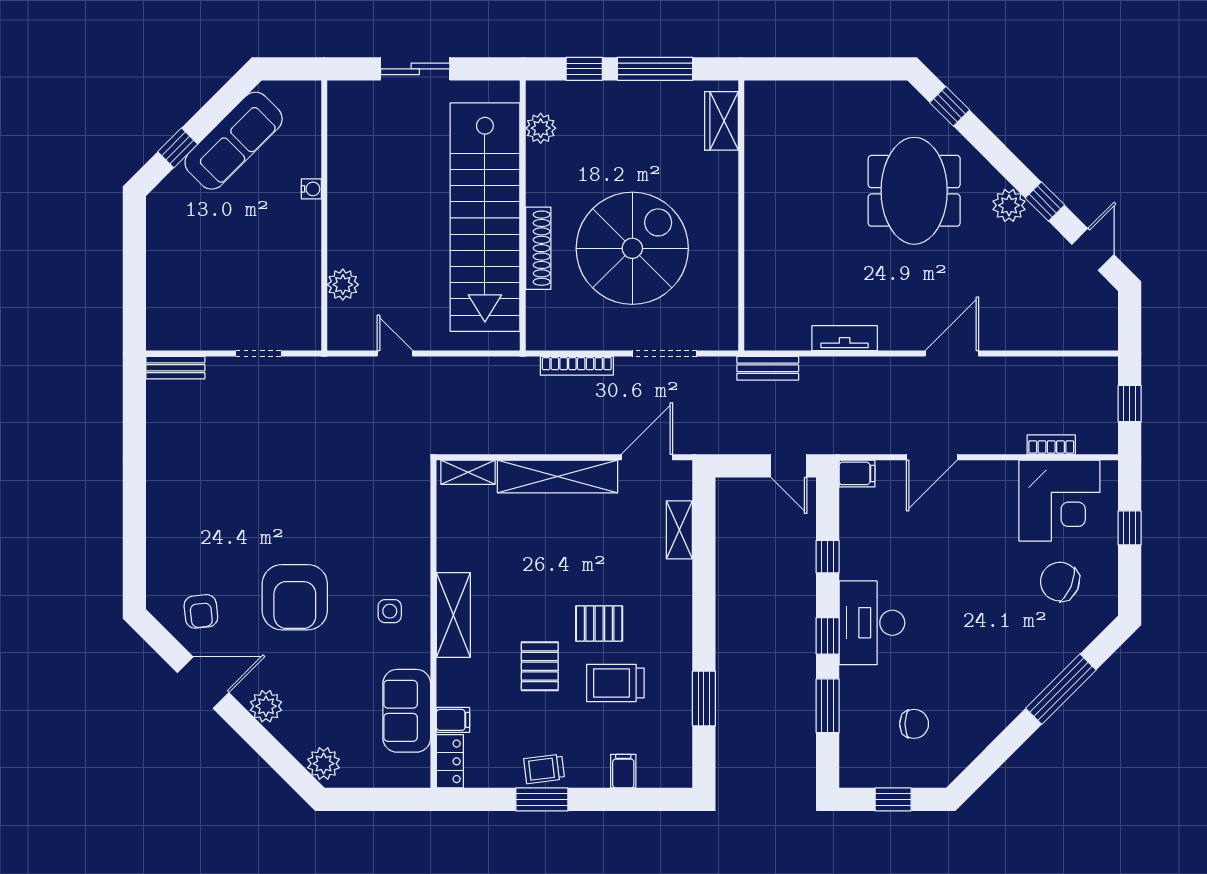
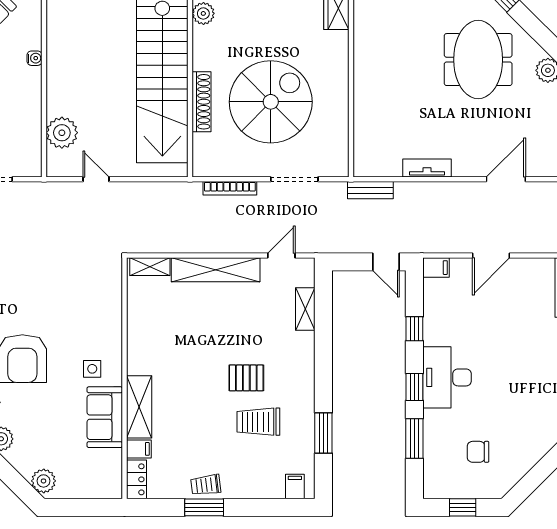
plant: (343, 285) -> (62, 133), width x1.36, depth x1.36
door: (647, 457) -> (281, 256), width x0.73
shelving: (453, 615) -> (139, 407), moved
pallet: (540, 666) -> (203, 409), removed
sofa: (407, 711) -> (105, 417), moved
chair: (914, 724) -> (478, 452), turned 180
filing cabinet: (623, 771) -> (295, 487), moved

